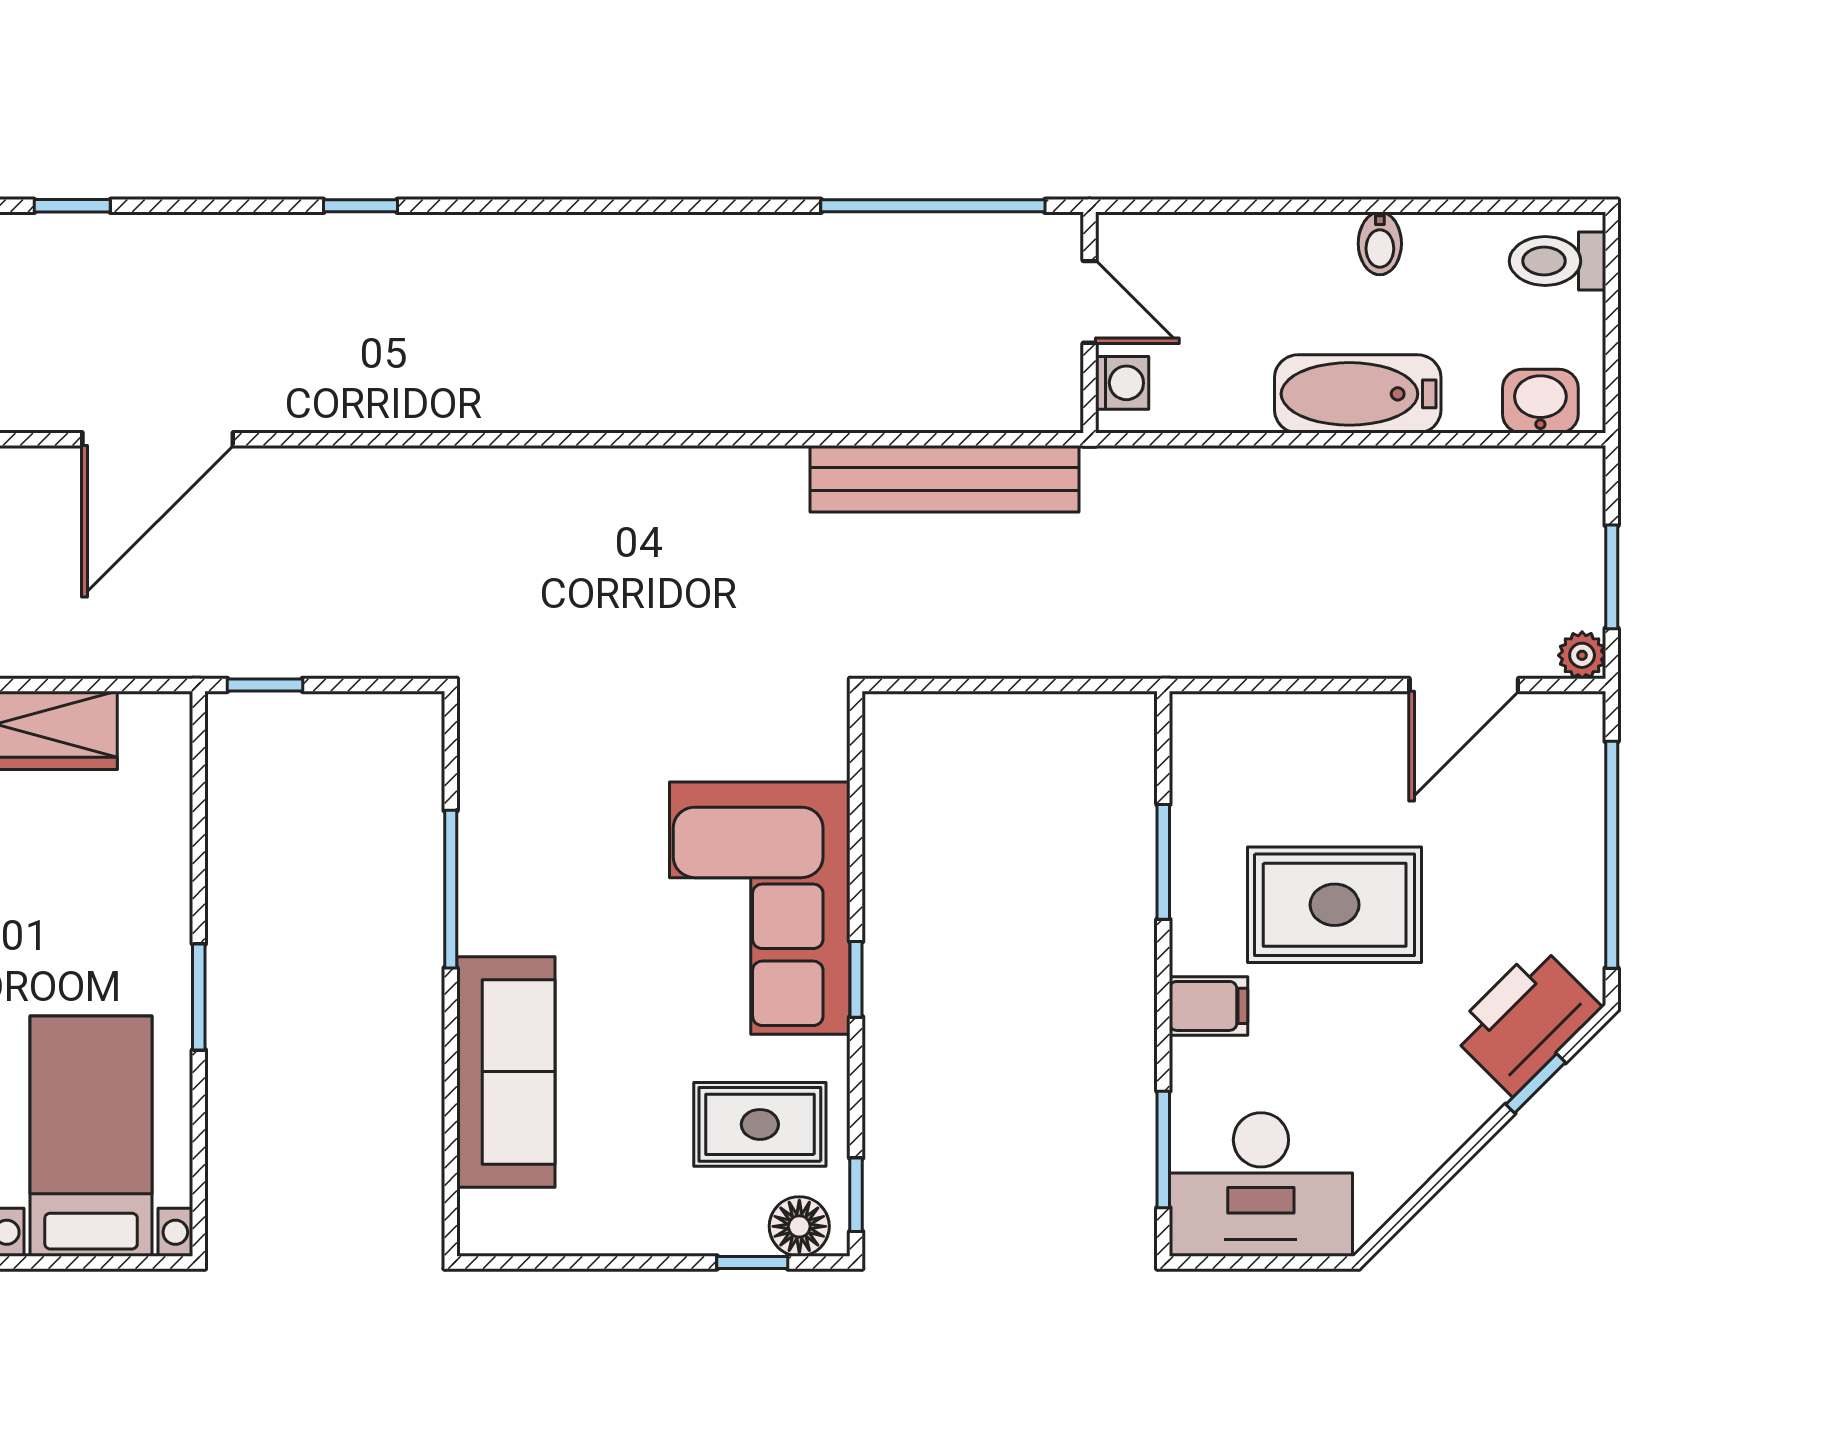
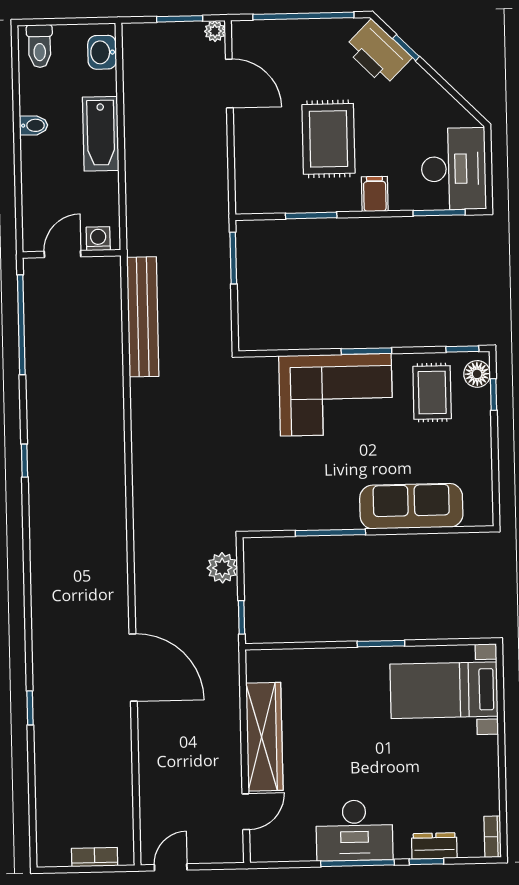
window: (360, 206) -> (24, 461), moved
plant: (377, 644) -> (222, 568), added
window: (1072, 685) -> (233, 258), added
window: (856, 979) -> (366, 351), width x1.50

